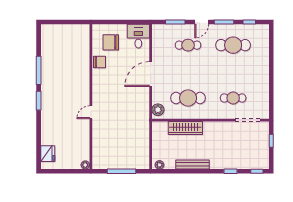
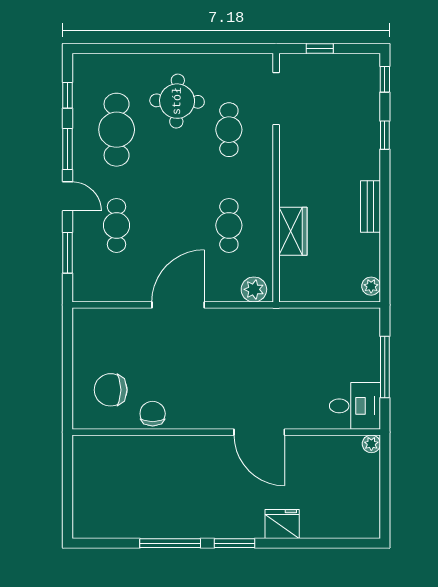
desk: (138, 36) -> (355, 406), moved, turned 180
chair: (111, 42) -> (111, 390), turned 90
door: (151, 74) -> (178, 305), swing flipped
round table: (247, 74) -> (177, 101), added
cafe table: (188, 98) -> (229, 225), width x0.73, depth x0.74
door: (91, 112) -> (259, 432), width x1.87
wardrobe: (185, 128) -> (293, 231), width x0.67
fridge: (48, 154) -> (282, 524), moved
bench: (193, 165) -> (370, 207), width x0.73

